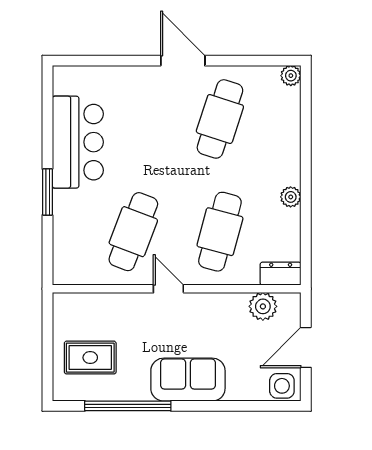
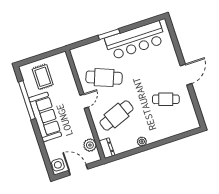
plant: (291, 76) -> (195, 124), removed
cafe table: (220, 119) -> (166, 99), width x0.73, depth x0.74
bar counter: (78, 142) -> (135, 40), width x1.36
cafe table: (220, 232) -> (116, 116), turned -36
sofa: (188, 380) -> (45, 117), width x1.36

